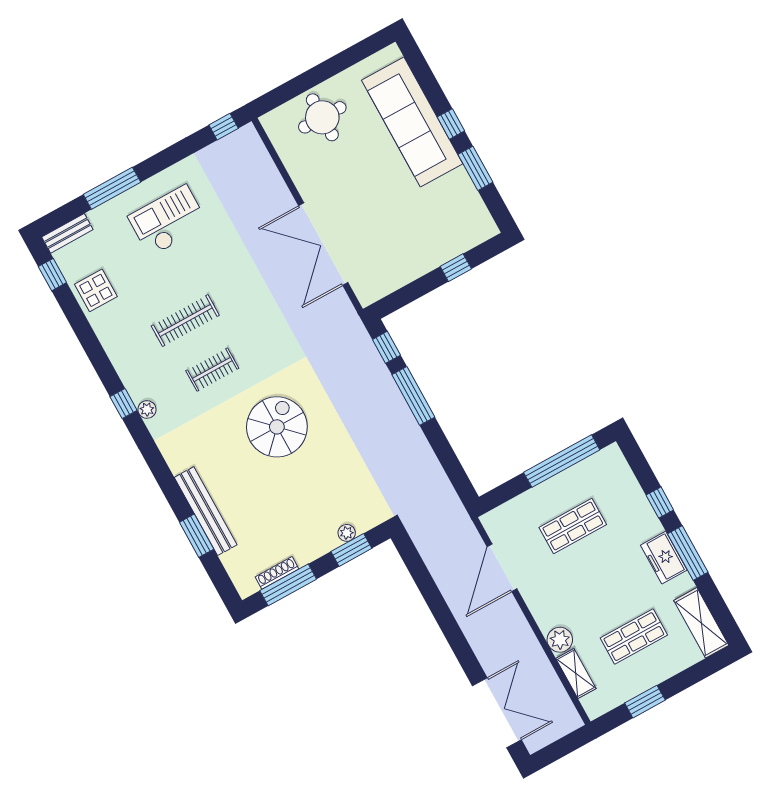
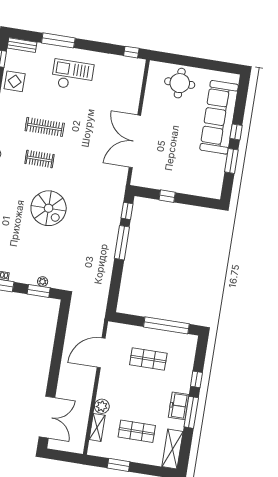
window: (456, 268) -> (167, 196), moved
spiral stairs: (277, 427) -> (49, 208), turned 90

